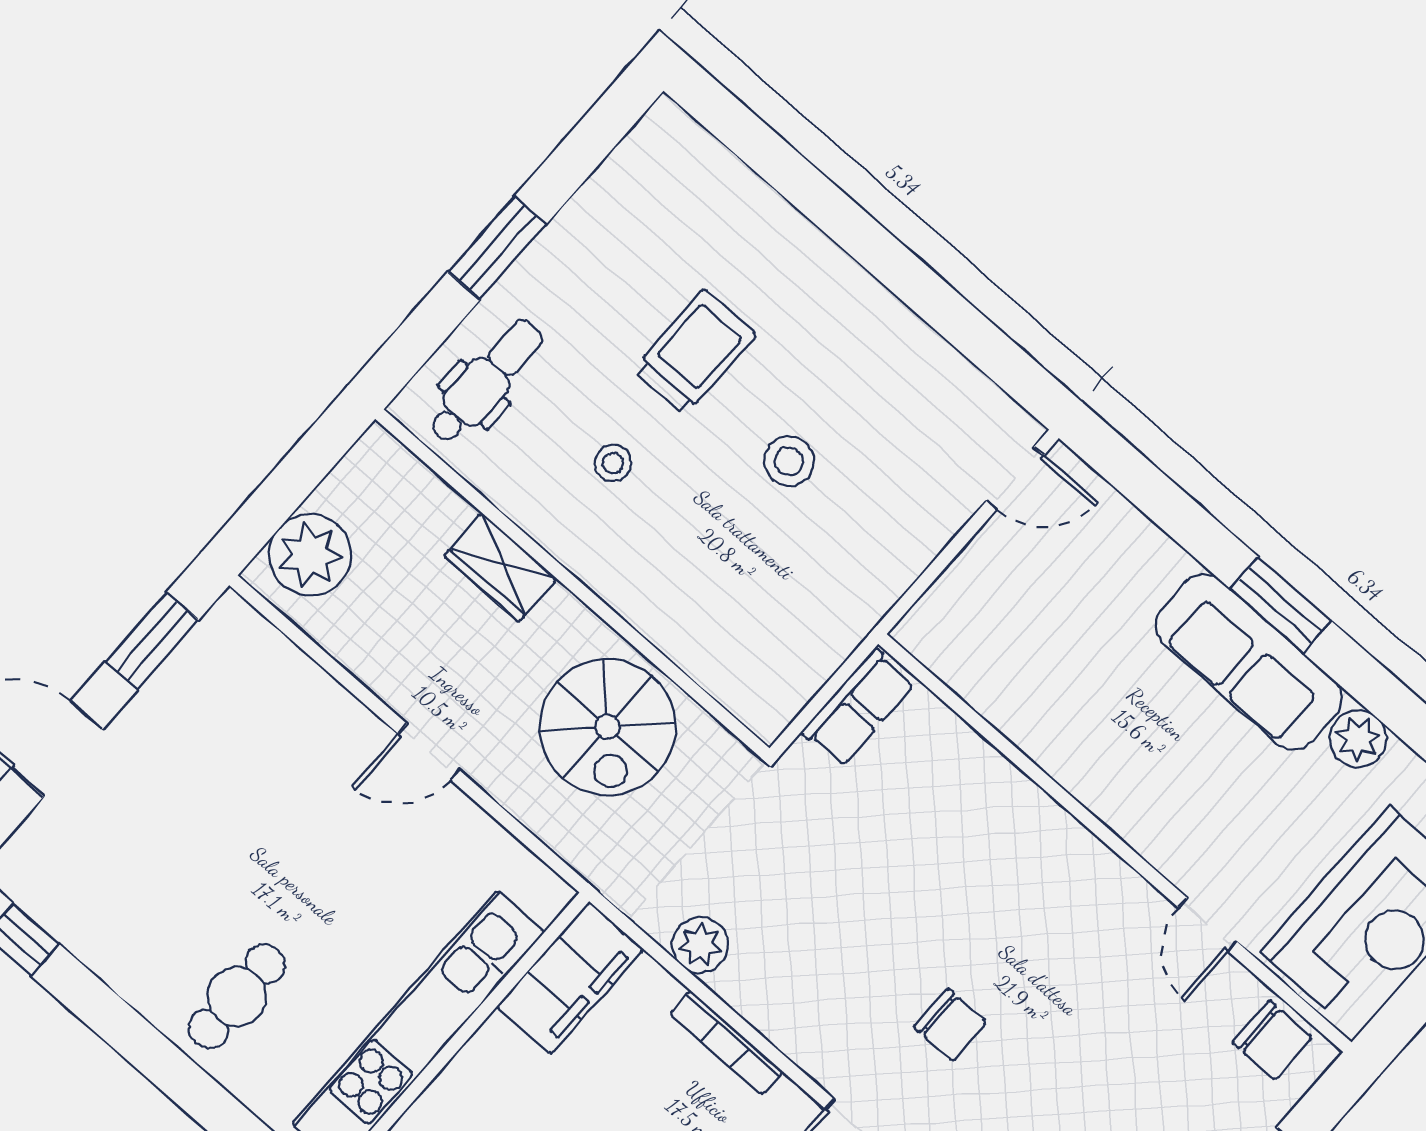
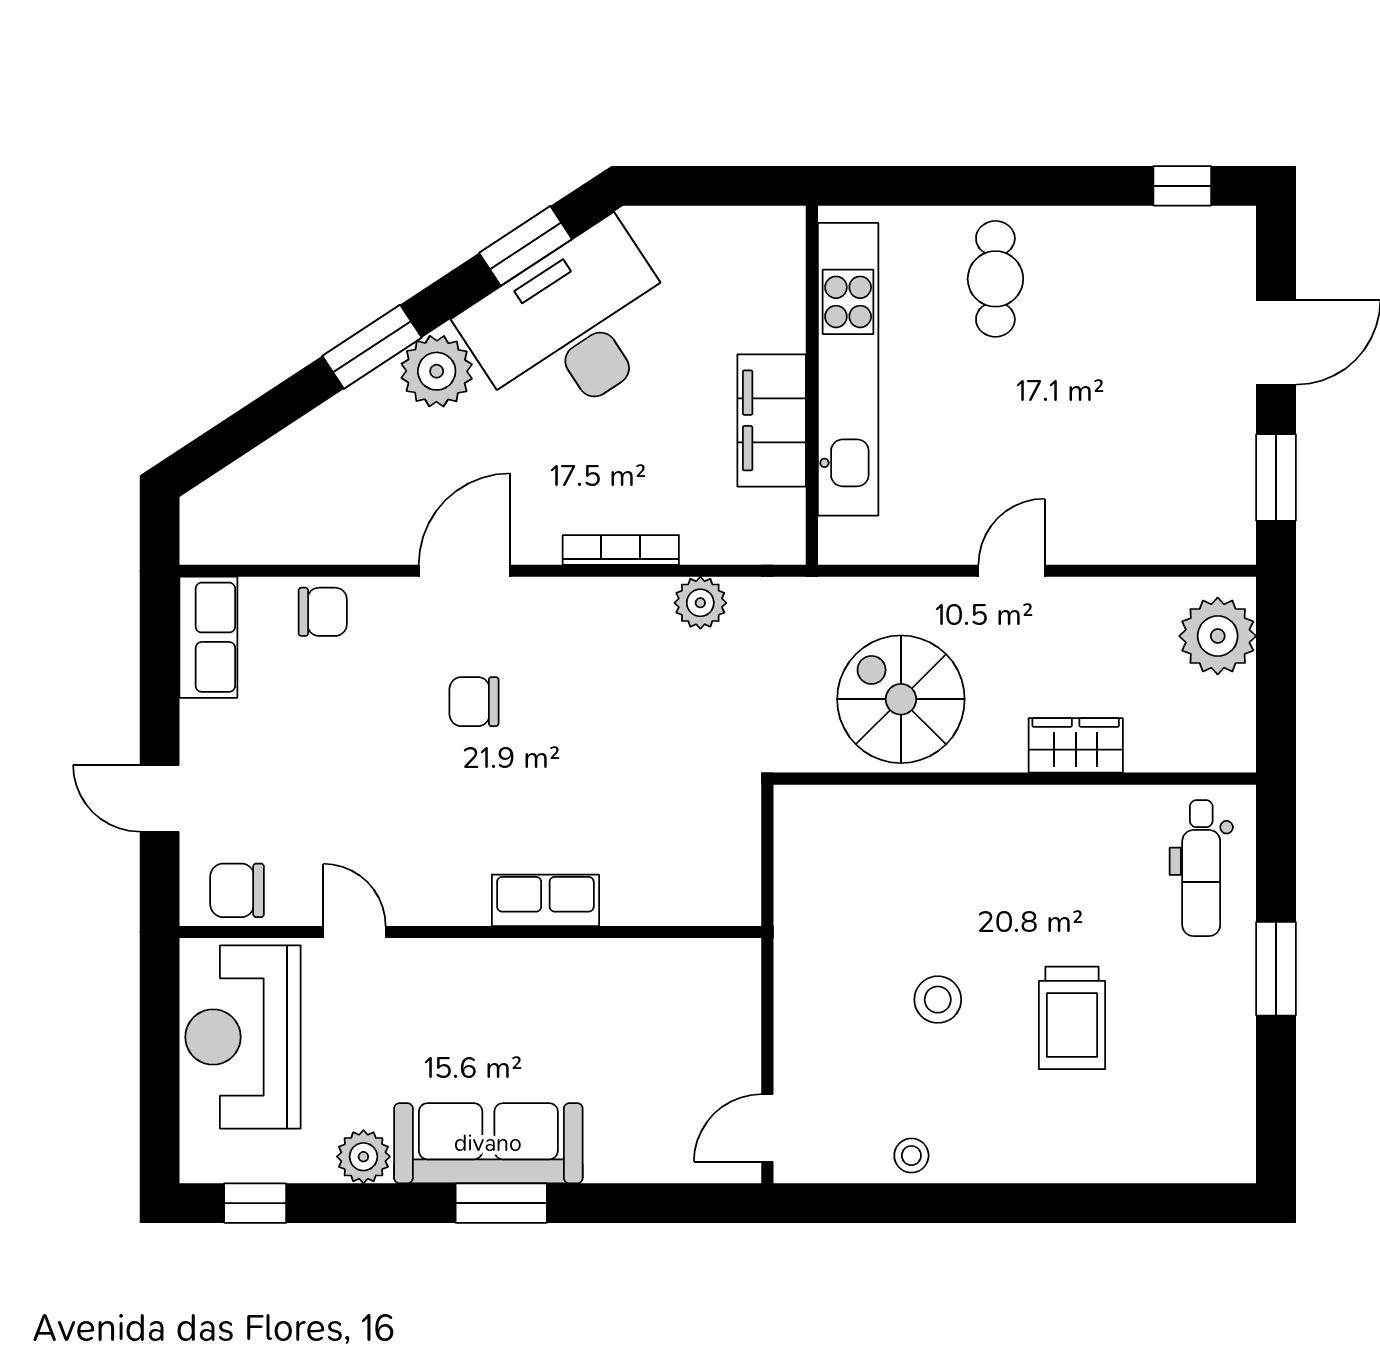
stool: (613, 463) -> (911, 1156), moved
row of seats: (858, 708) -> (545, 900), moved, turned 90
filing cabinet: (570, 978) -> (772, 420), moved

